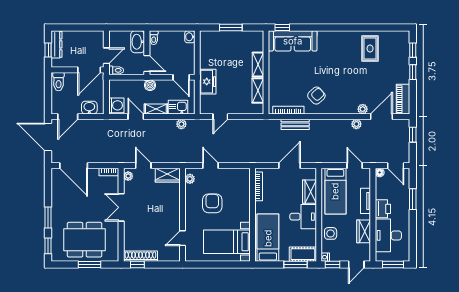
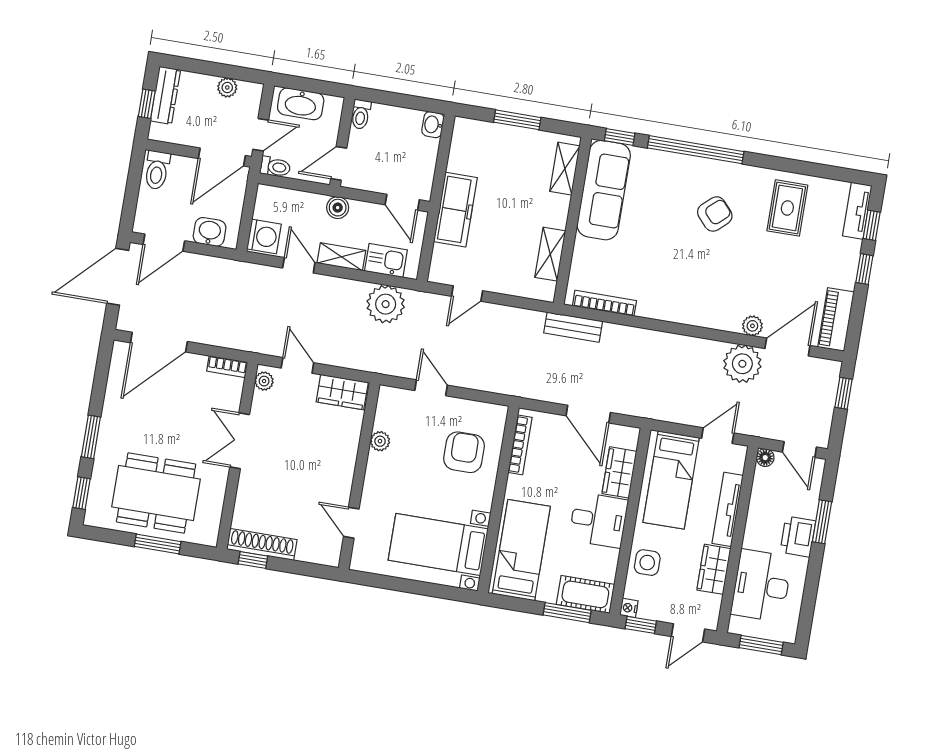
window: (320, 28) -> (696, 150), added
plant: (86, 35) -> (227, 88), added
sofa: (293, 41) -> (604, 190), moved, turned -90
washbasin: (138, 42) -> (301, 104), moved, turned -90
tv unit: (404, 44) -> (857, 211), added
door: (147, 63) -> (339, 163), swing flipped
shelving: (258, 64) -> (565, 169), moved
freezer: (208, 82) -> (455, 210), width x1.40
armchair: (316, 96) -> (715, 214), moved
plant: (181, 124) -> (386, 304), width x1.88, depth x1.88
bench: (295, 124) -> (573, 327), moved
plant: (356, 124) -> (742, 364), width x1.87, depth x1.87
door: (48, 137) -> (118, 277), hinge flipped
door: (74, 166) -> (159, 342), hinge flipped
door: (290, 166) -> (588, 414), swing flipped
door: (355, 166) -> (718, 436), hinge flipped
plant: (190, 179) -> (380, 441), moved
tv unit: (365, 201) -> (728, 509), width x1.41
armchair: (212, 203) -> (464, 452), moved
printer: (383, 209) -> (798, 537), moved, turned 180
door: (182, 238) -> (351, 523), hinge flipped

